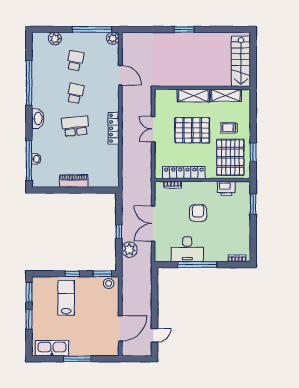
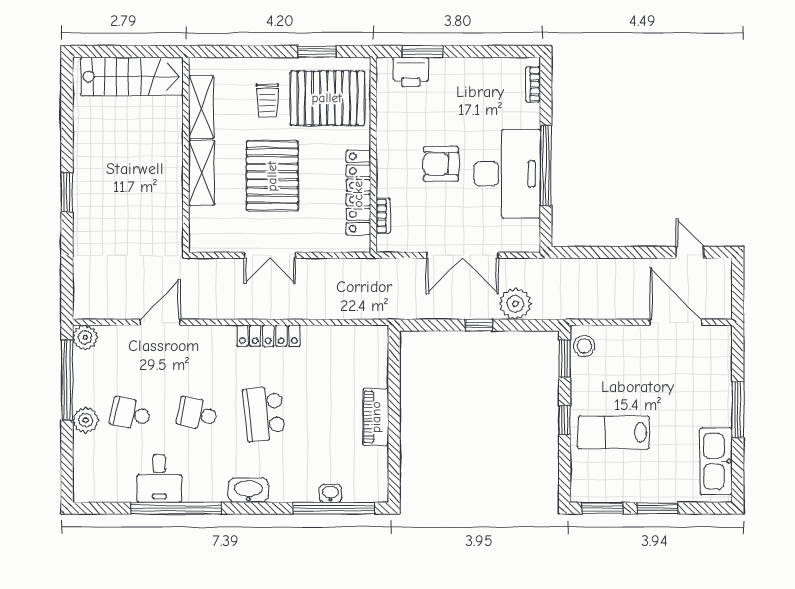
plant: (55, 39) -> (86, 420), moved
desk: (44, 75) -> (159, 478), added
printer: (226, 188) -> (411, 72), moved, turned 90
desk: (187, 249) -> (507, 174), width x1.36, depth x1.30

